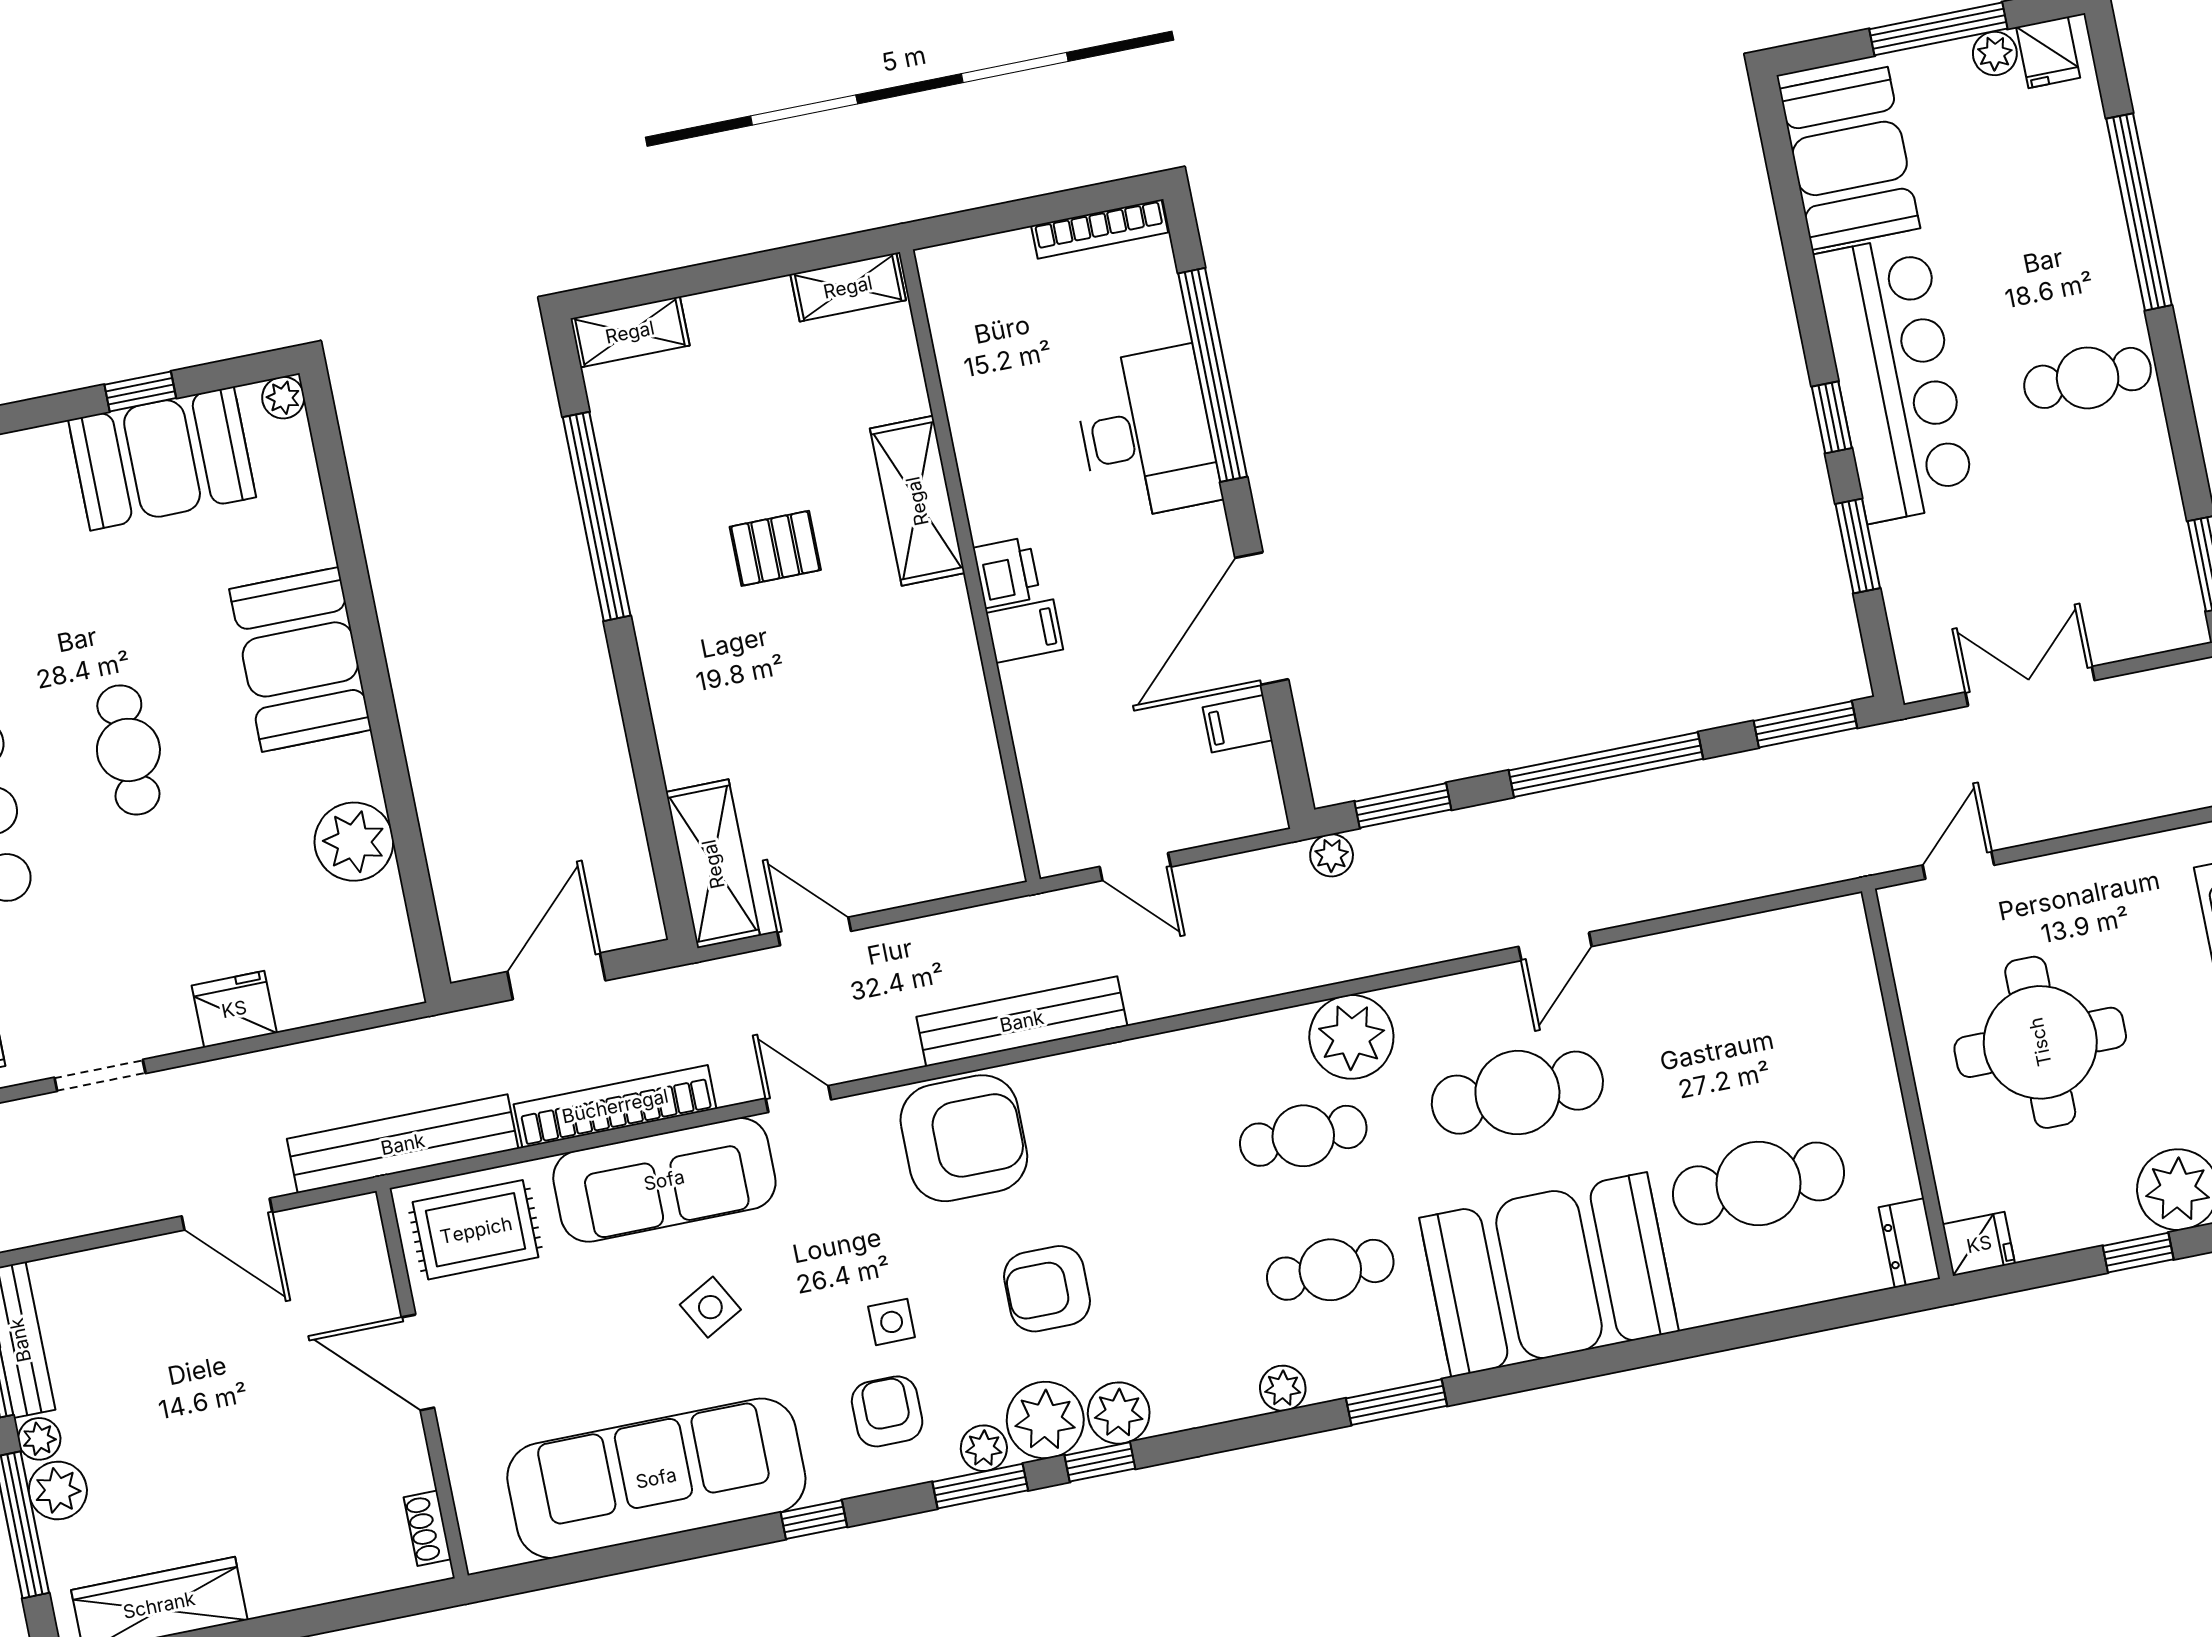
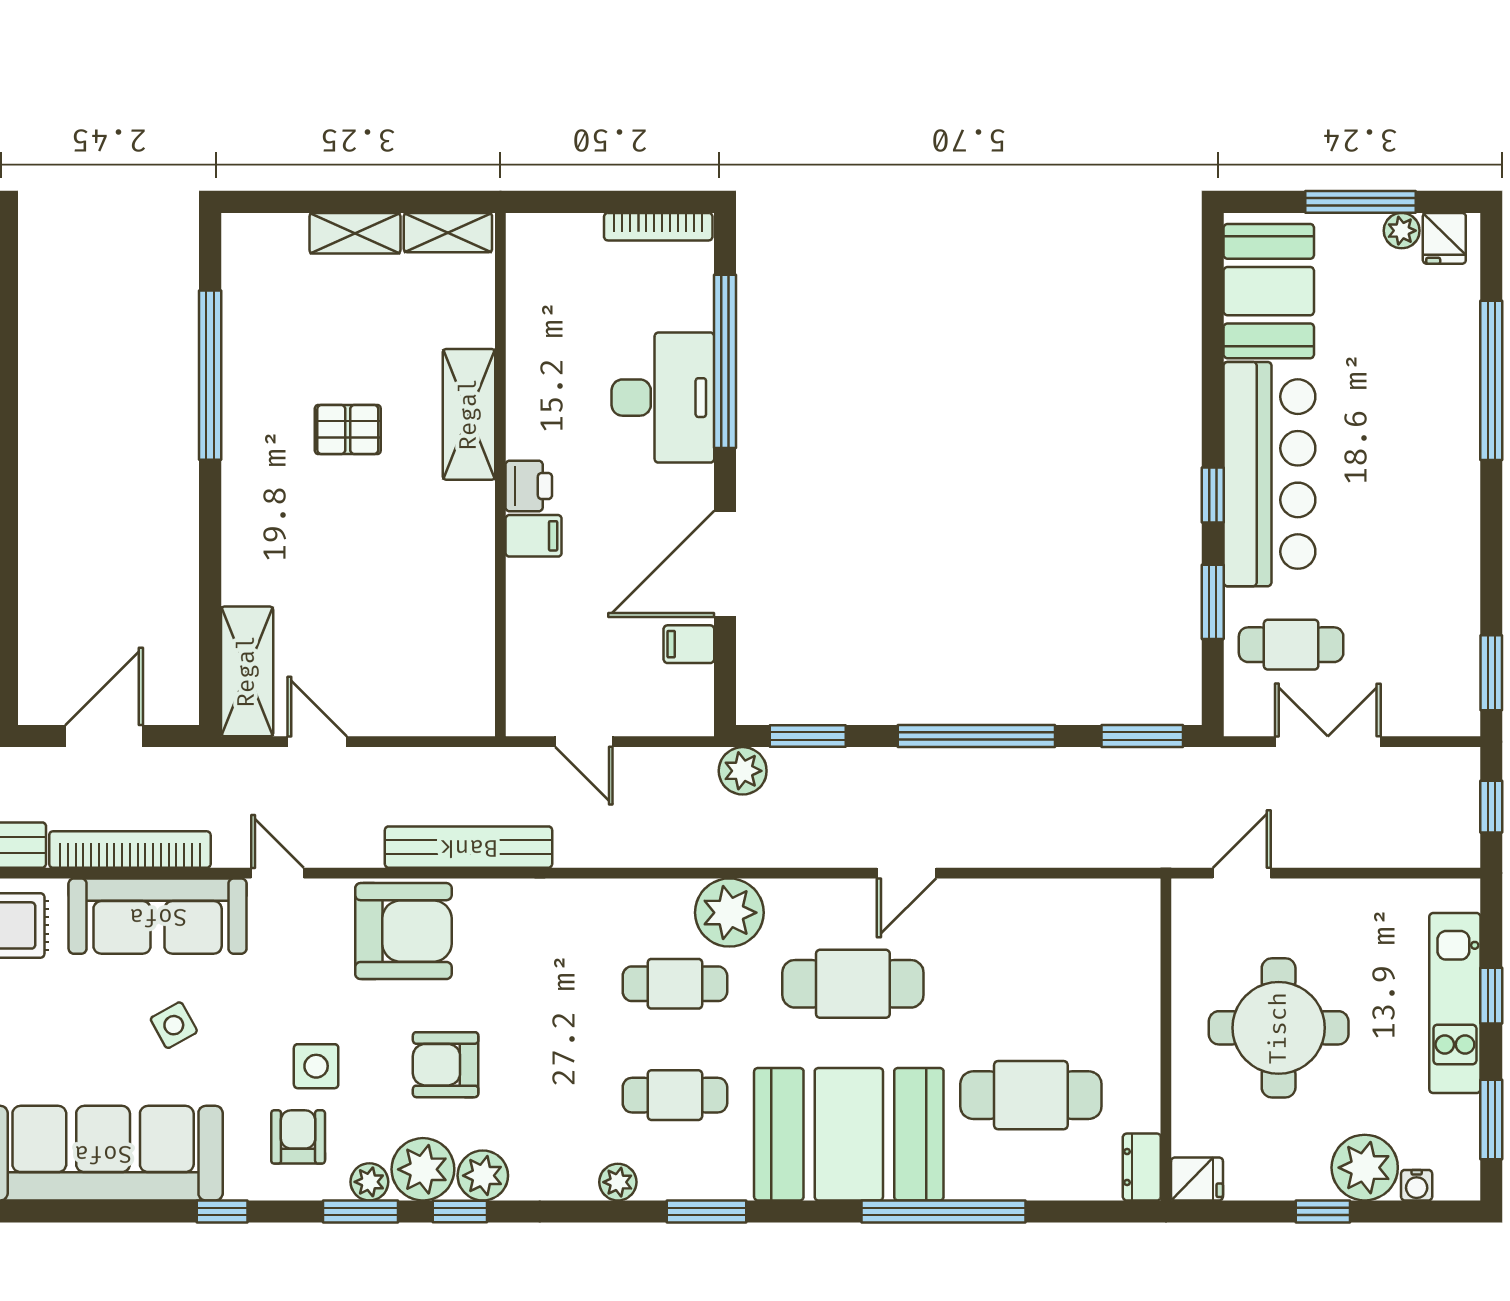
shelving: (630, 332) -> (355, 233), moved
cafe table: (2088, 378) -> (1291, 645), moved
plant: (1332, 855) -> (743, 771), width x1.38, depth x1.38
side table: (892, 1322) -> (316, 1066), width x1.37, depth x1.37
window: (1682, 1345) -> (944, 1212), added

